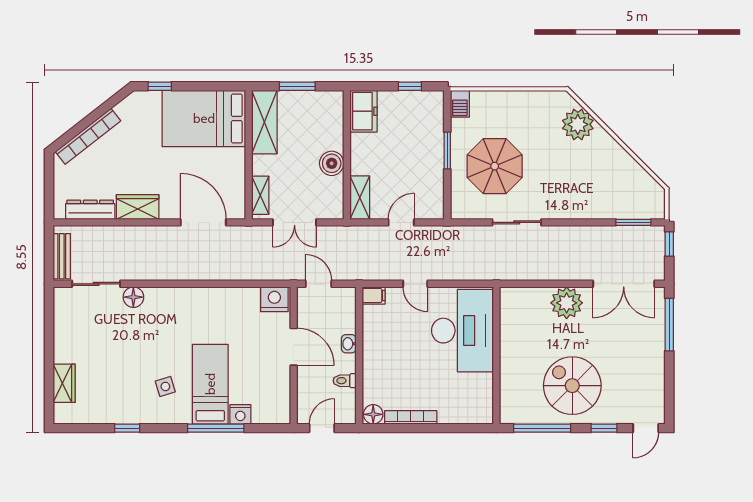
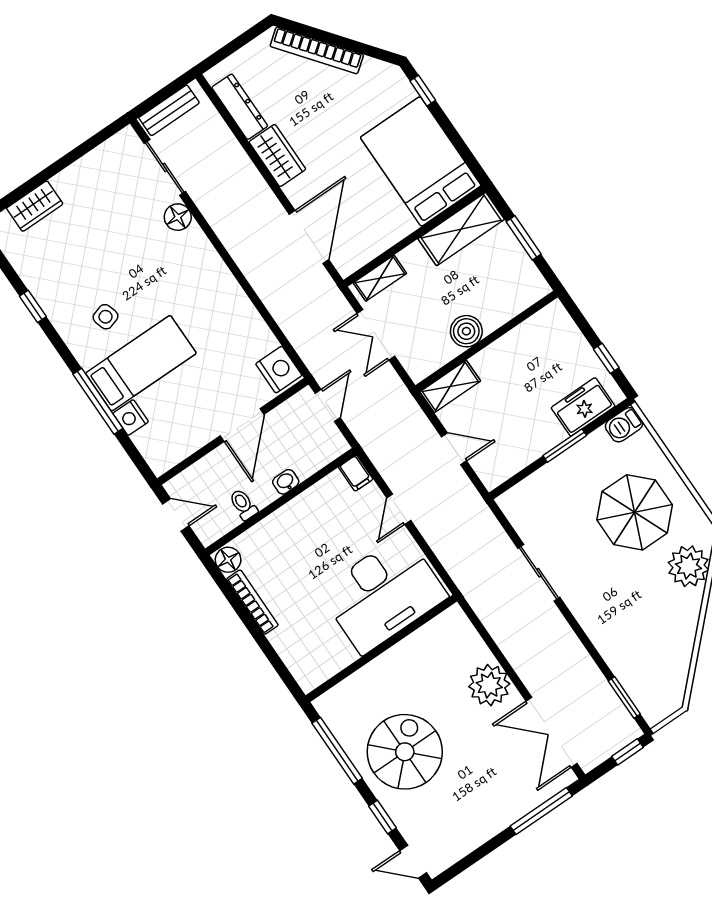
freezer: (364, 111) -> (583, 407), moved, turned 180
parasol: (495, 166) -> (635, 512), moved

